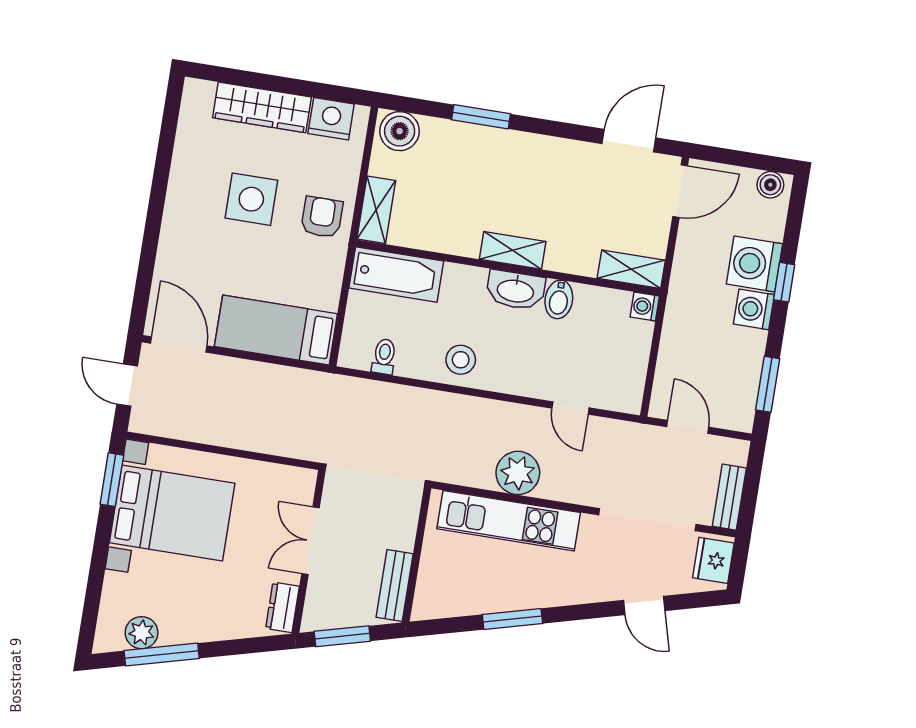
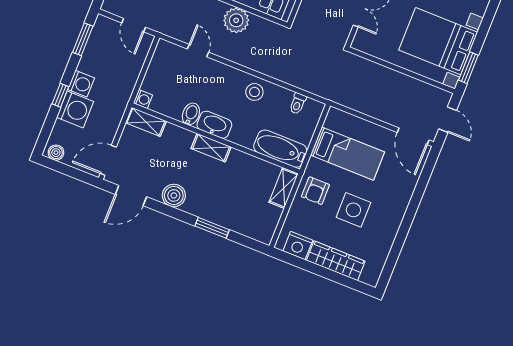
boiler: (400, 131) -> (174, 195), moved
bed: (276, 330) -> (347, 154), moved

